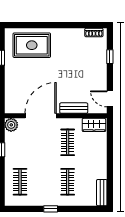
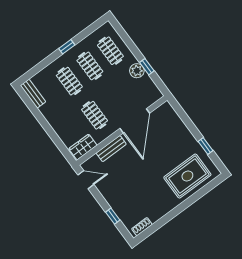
plant: (11, 125) -> (137, 71), moved
clothes rail: (44, 182) -> (90, 66), added

